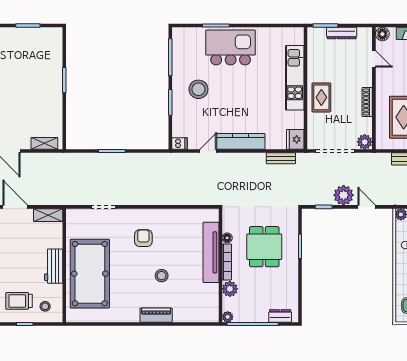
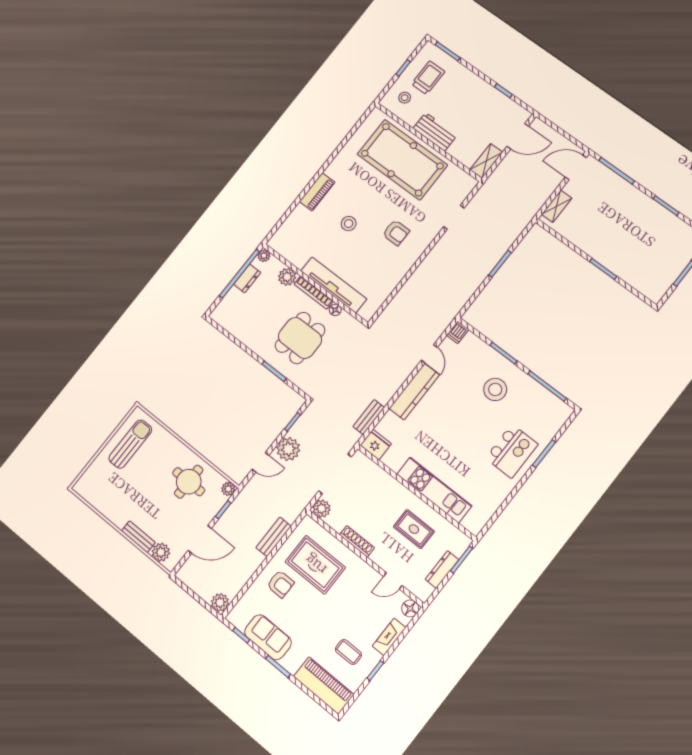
kitchen island: (231, 47) -> (512, 451), width x0.73, depth x0.78
rug: (321, 97) -> (414, 529), moved
dining table: (264, 247) -> (300, 338), turned 90
dresser: (280, 316) -> (247, 278), moved

